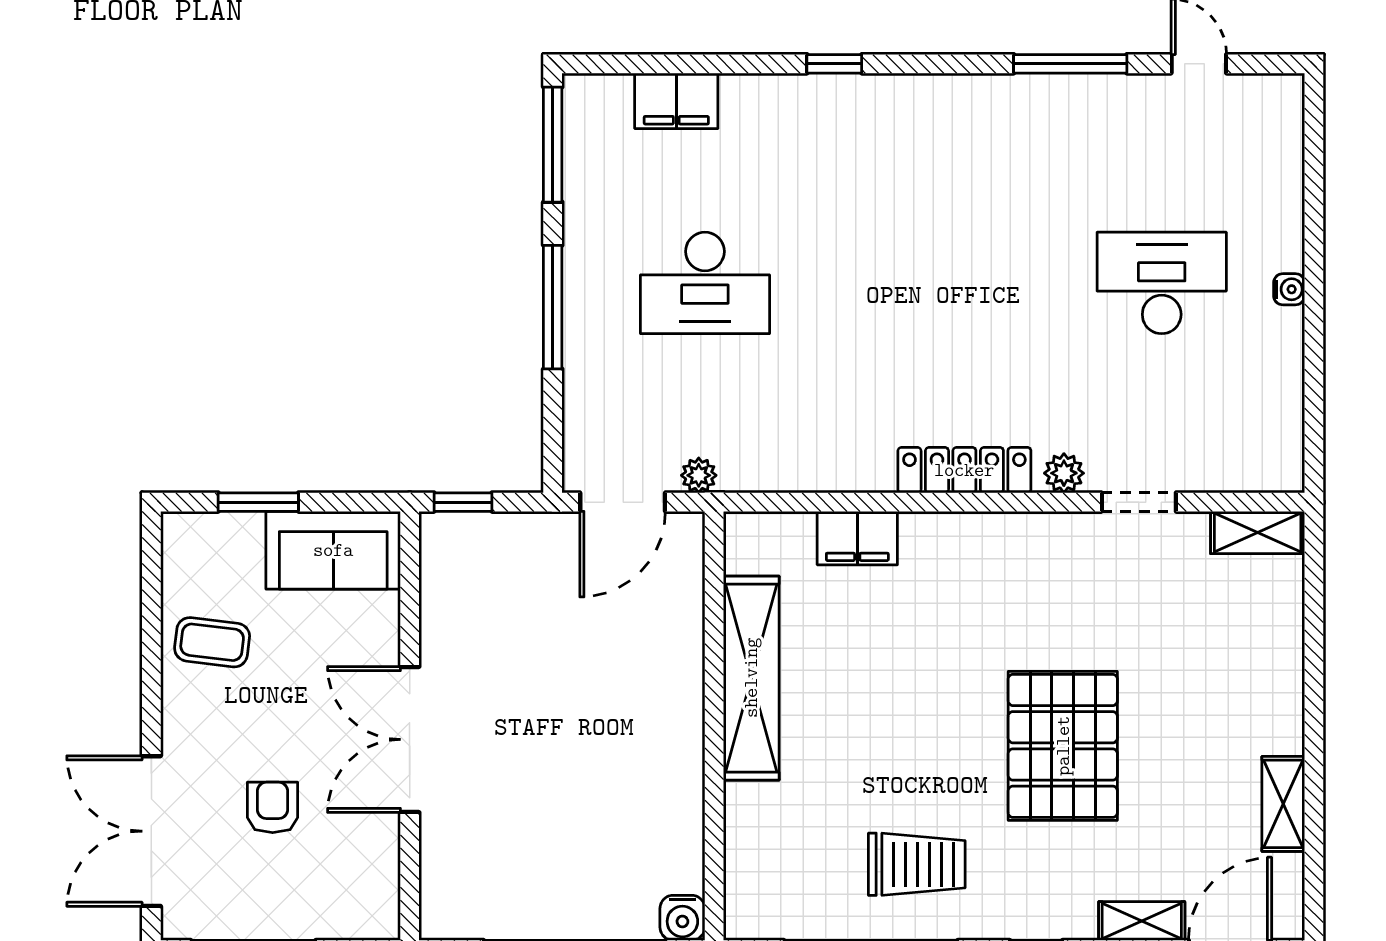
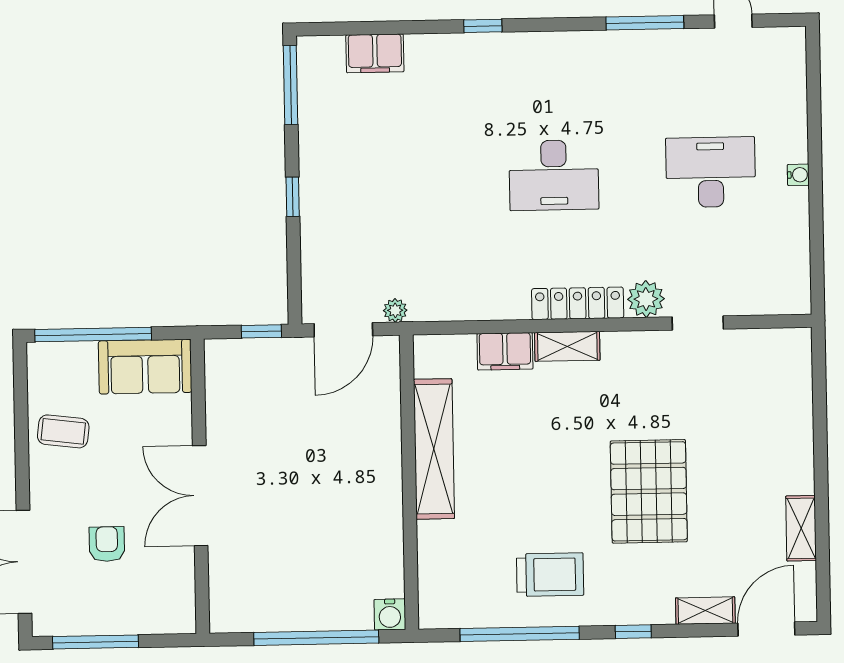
desk: (705, 283) -> (554, 175), moved
window: (553, 307) -> (293, 197), width x0.46
plant: (1064, 473) -> (646, 299), width x1.38, depth x1.38
window: (258, 502) -> (93, 335), width x2.11
window: (463, 502) -> (261, 331), moved
shelving: (1258, 533) -> (567, 346), moved

